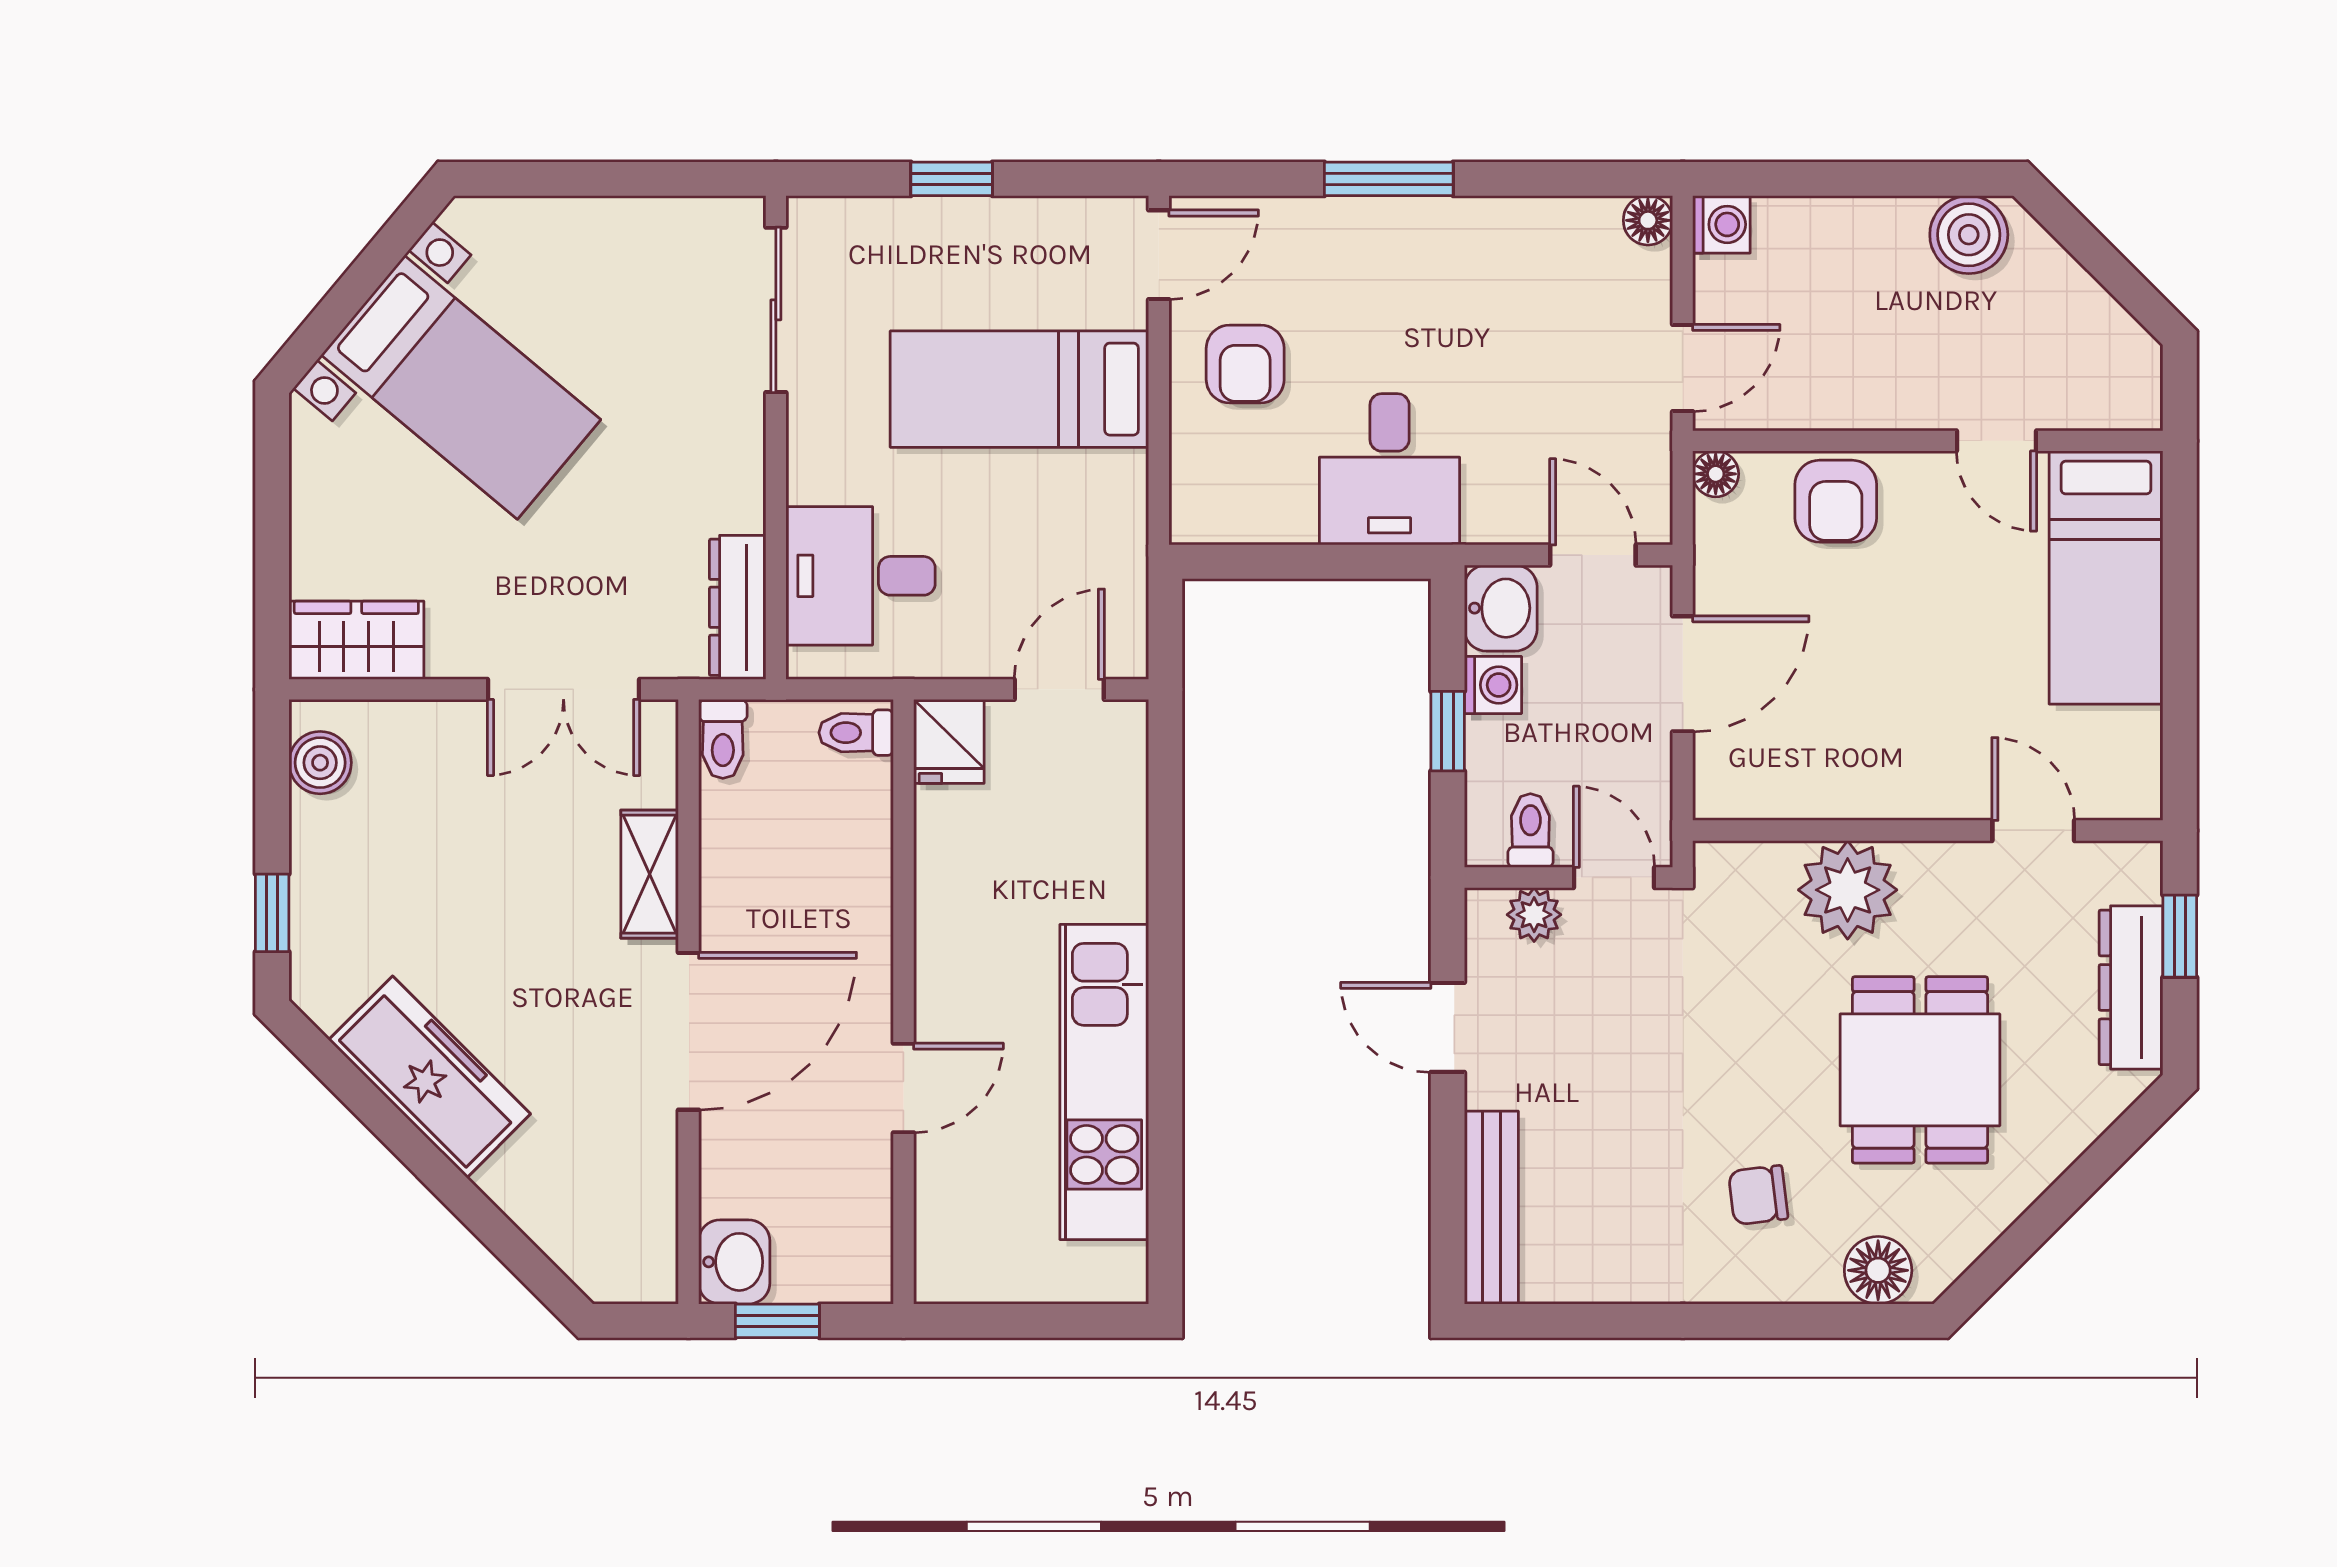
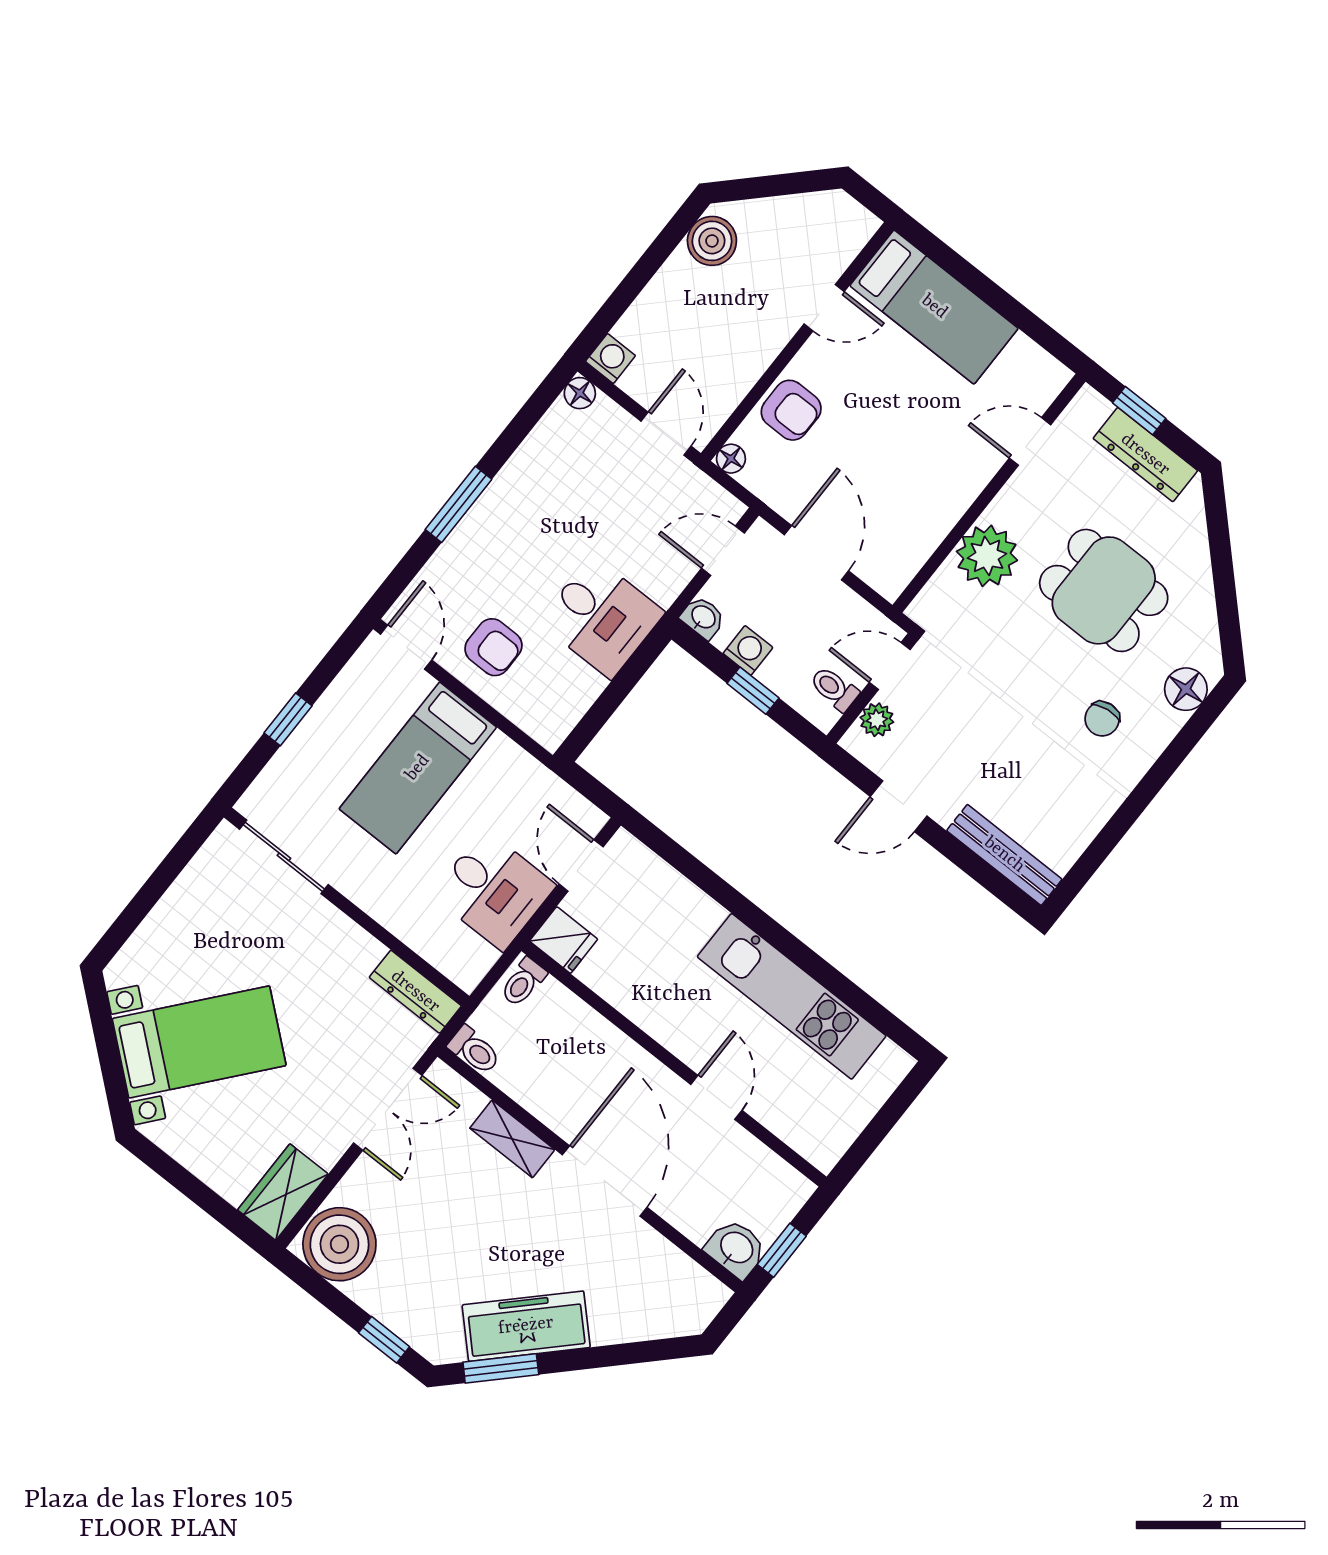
desk: (861, 576) -> (494, 890), moved, turned -90
washbasin: (1501, 608) -> (703, 618), width x0.72, depth x0.69
boiler: (320, 763) -> (339, 1244), width x1.86, depth x1.86
window: (352, 1087) -> (501, 1368), added

